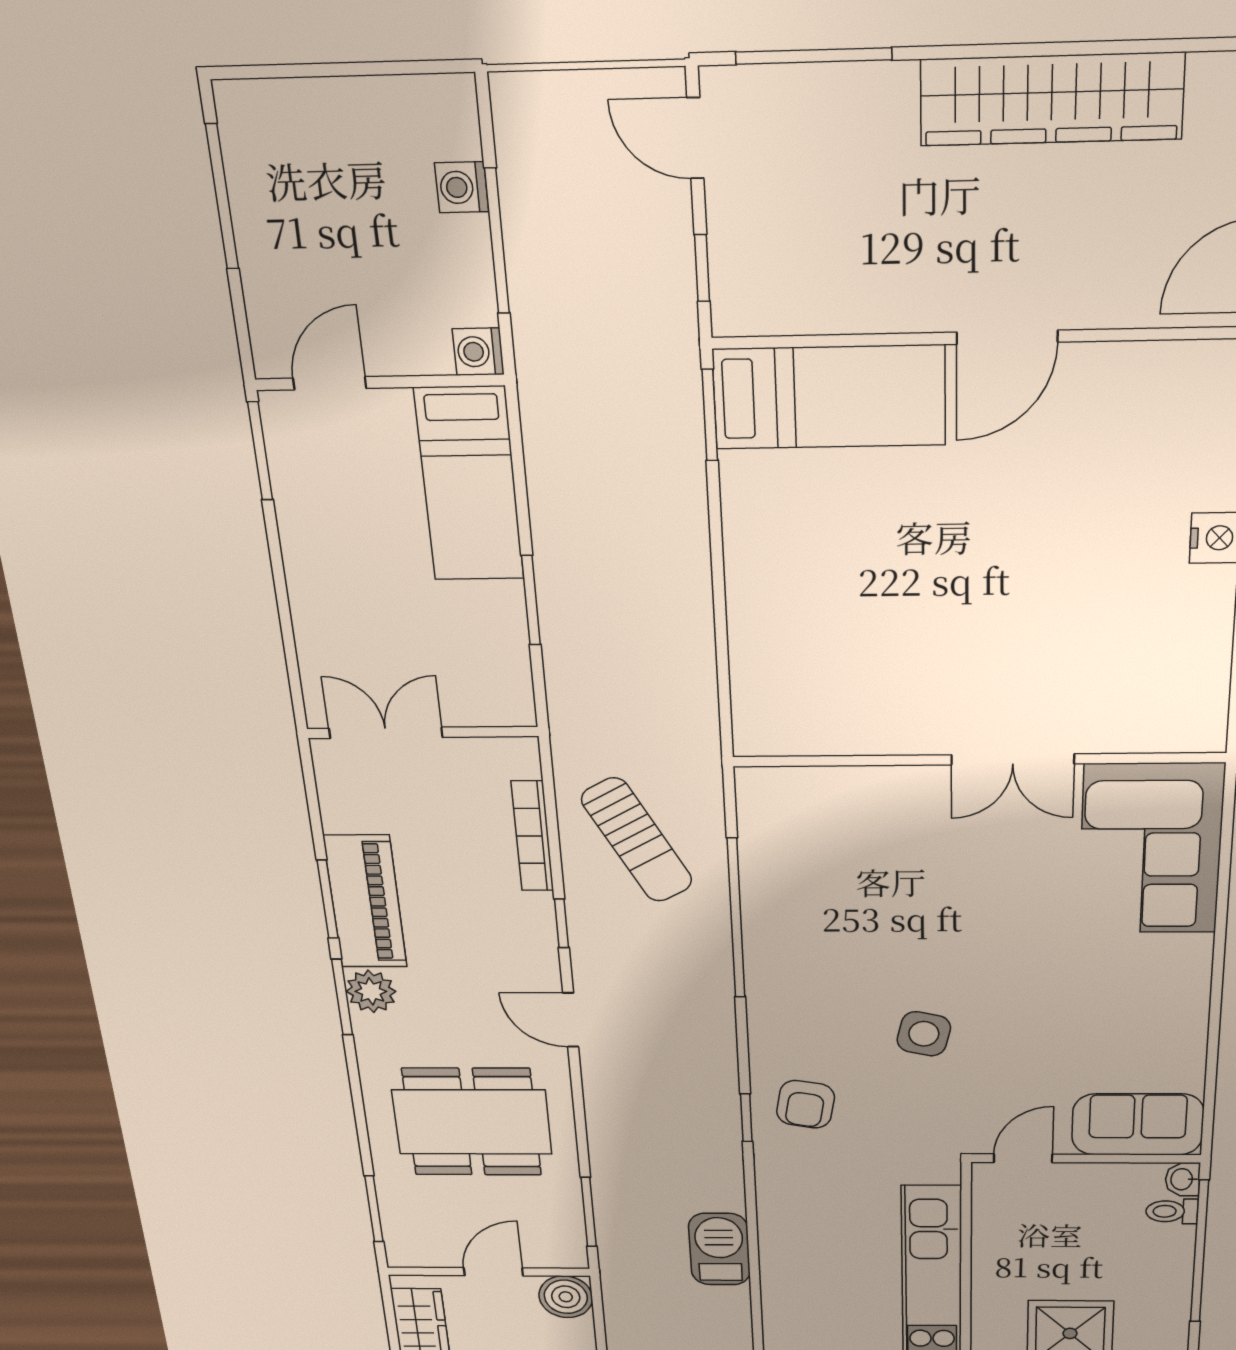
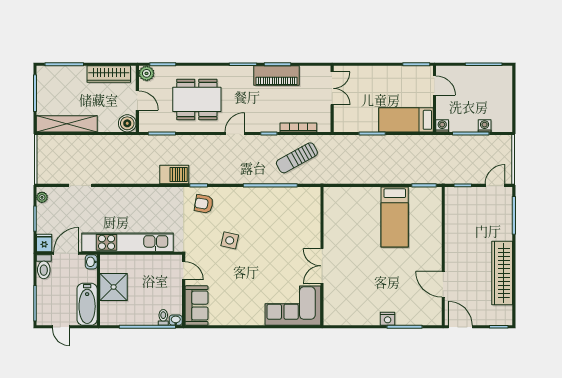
door: (1007, 337) -> (443, 284), moved
bed: (829, 397) -> (395, 217), moved
plant: (371, 991) -> (147, 73), moved
dining table: (472, 1122) -> (197, 99), turned 90
barbecue: (719, 1249) -> (174, 175), moved

